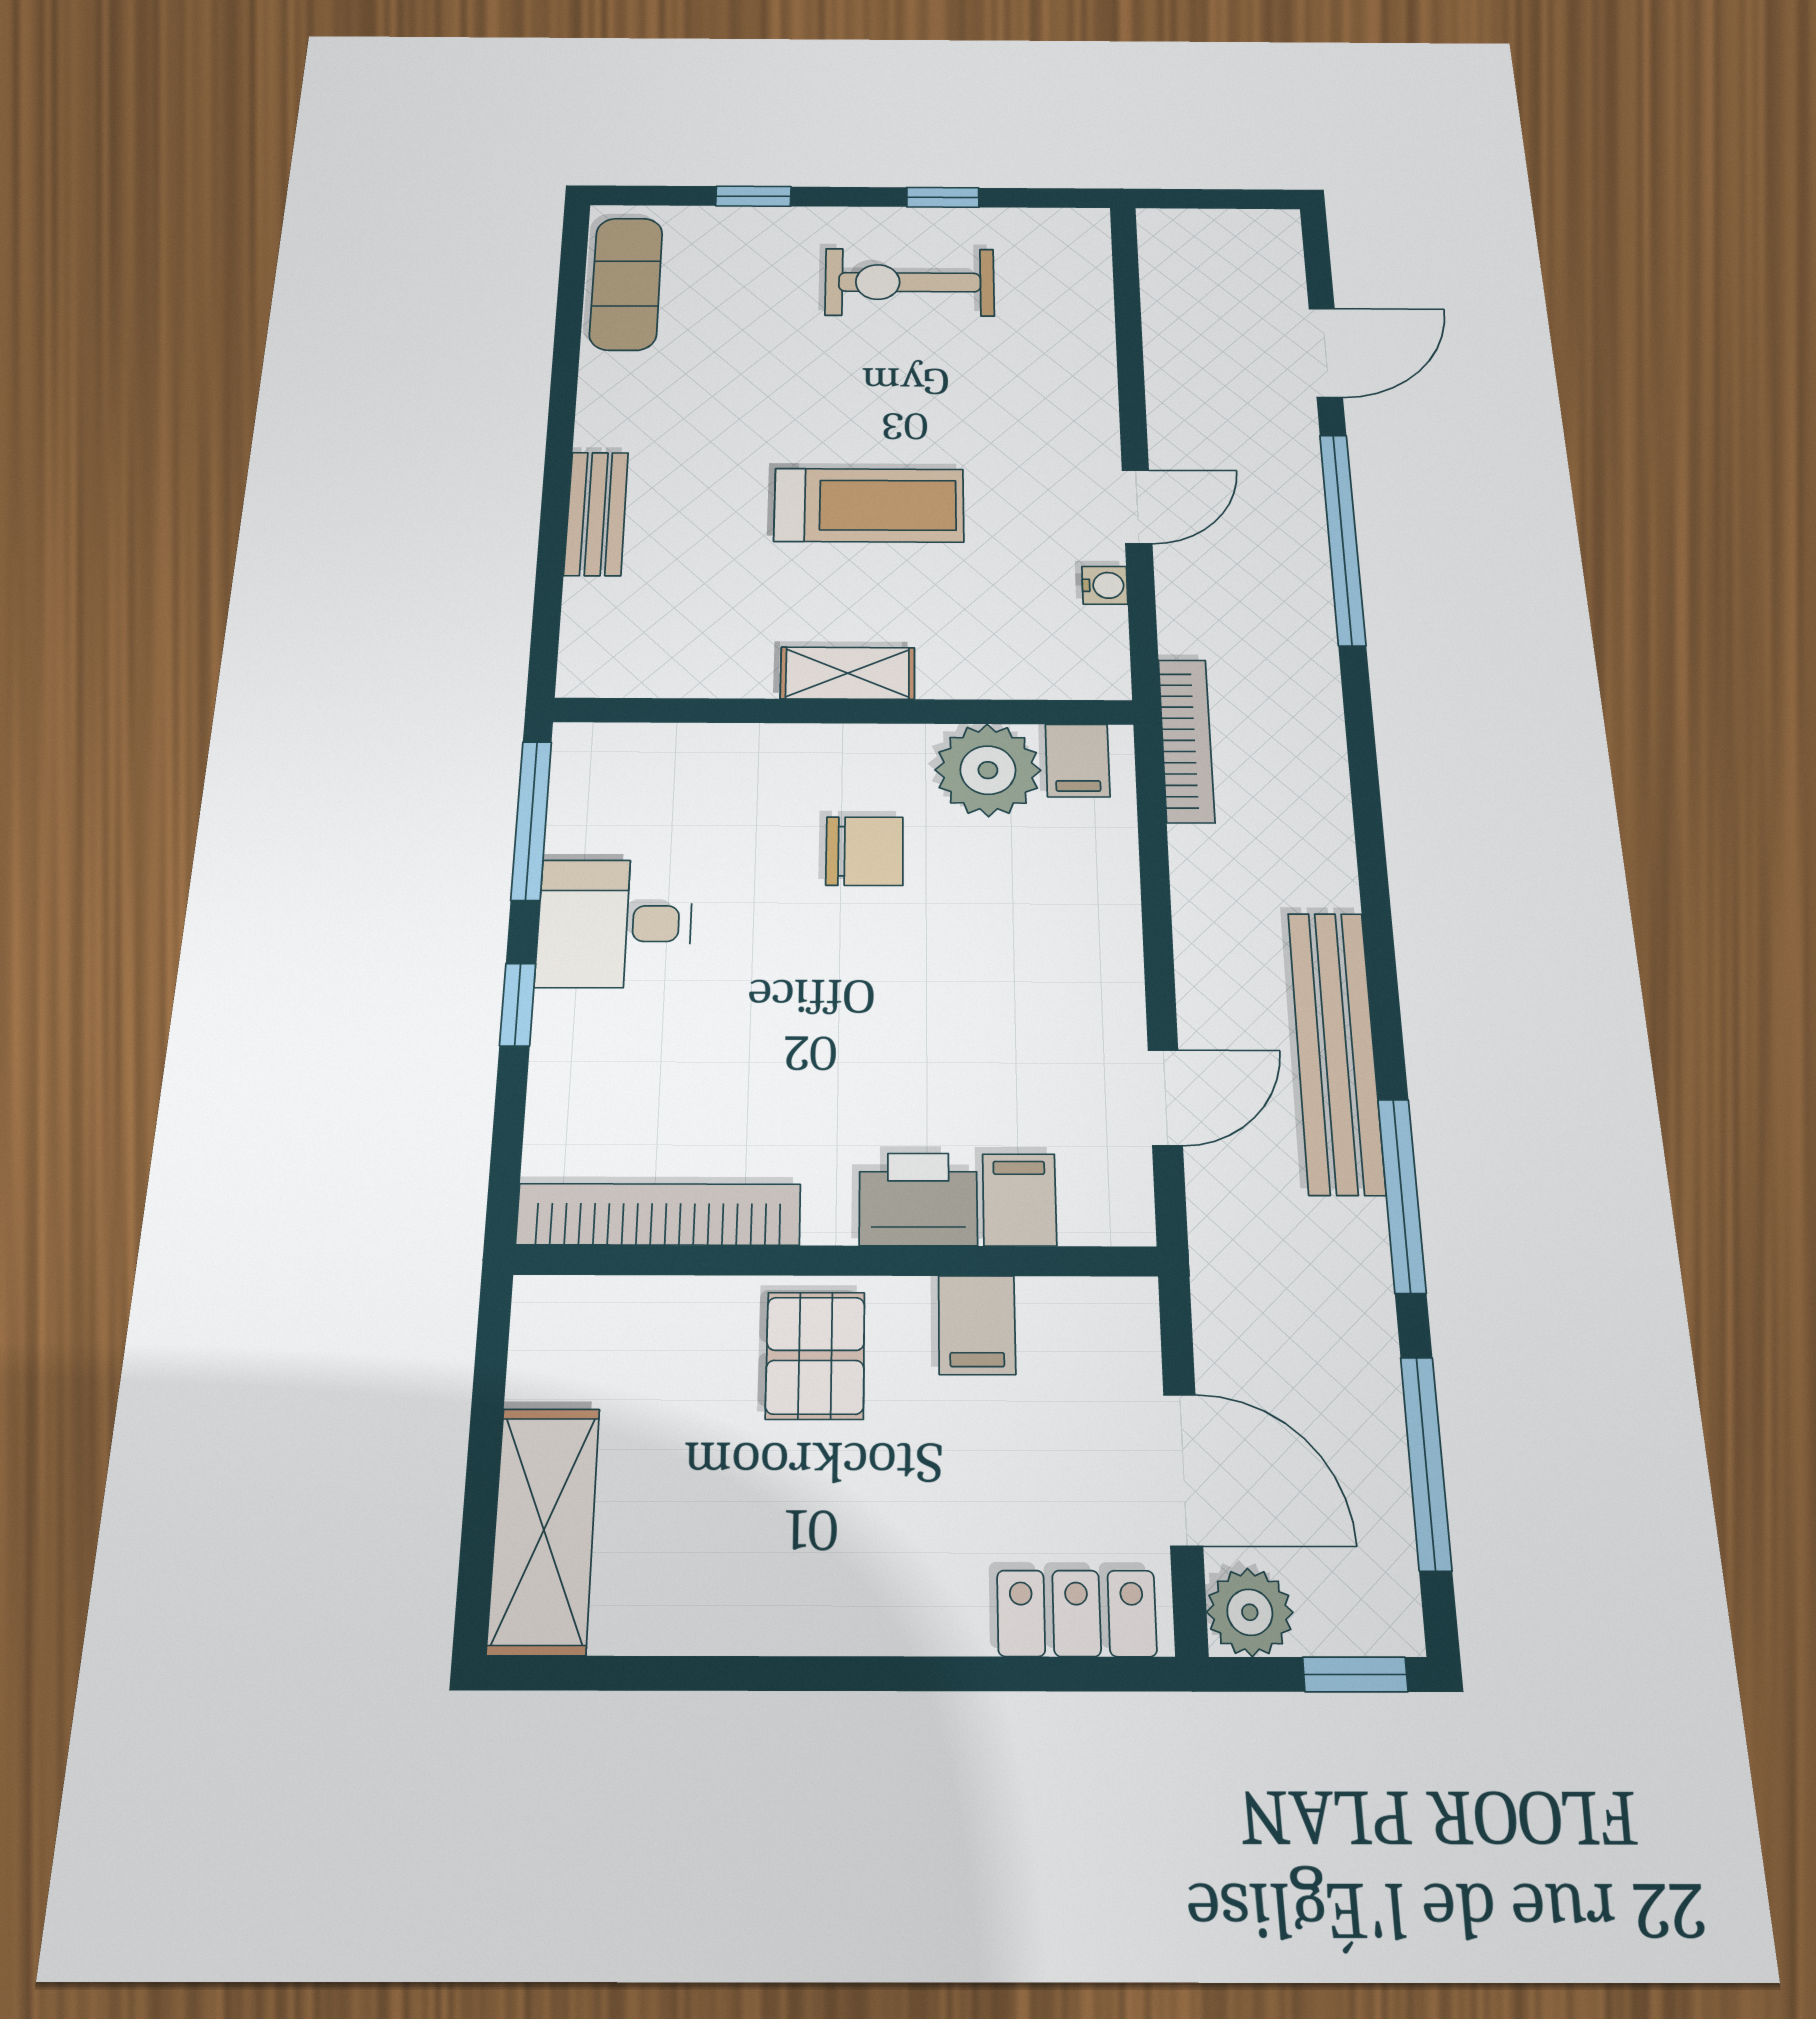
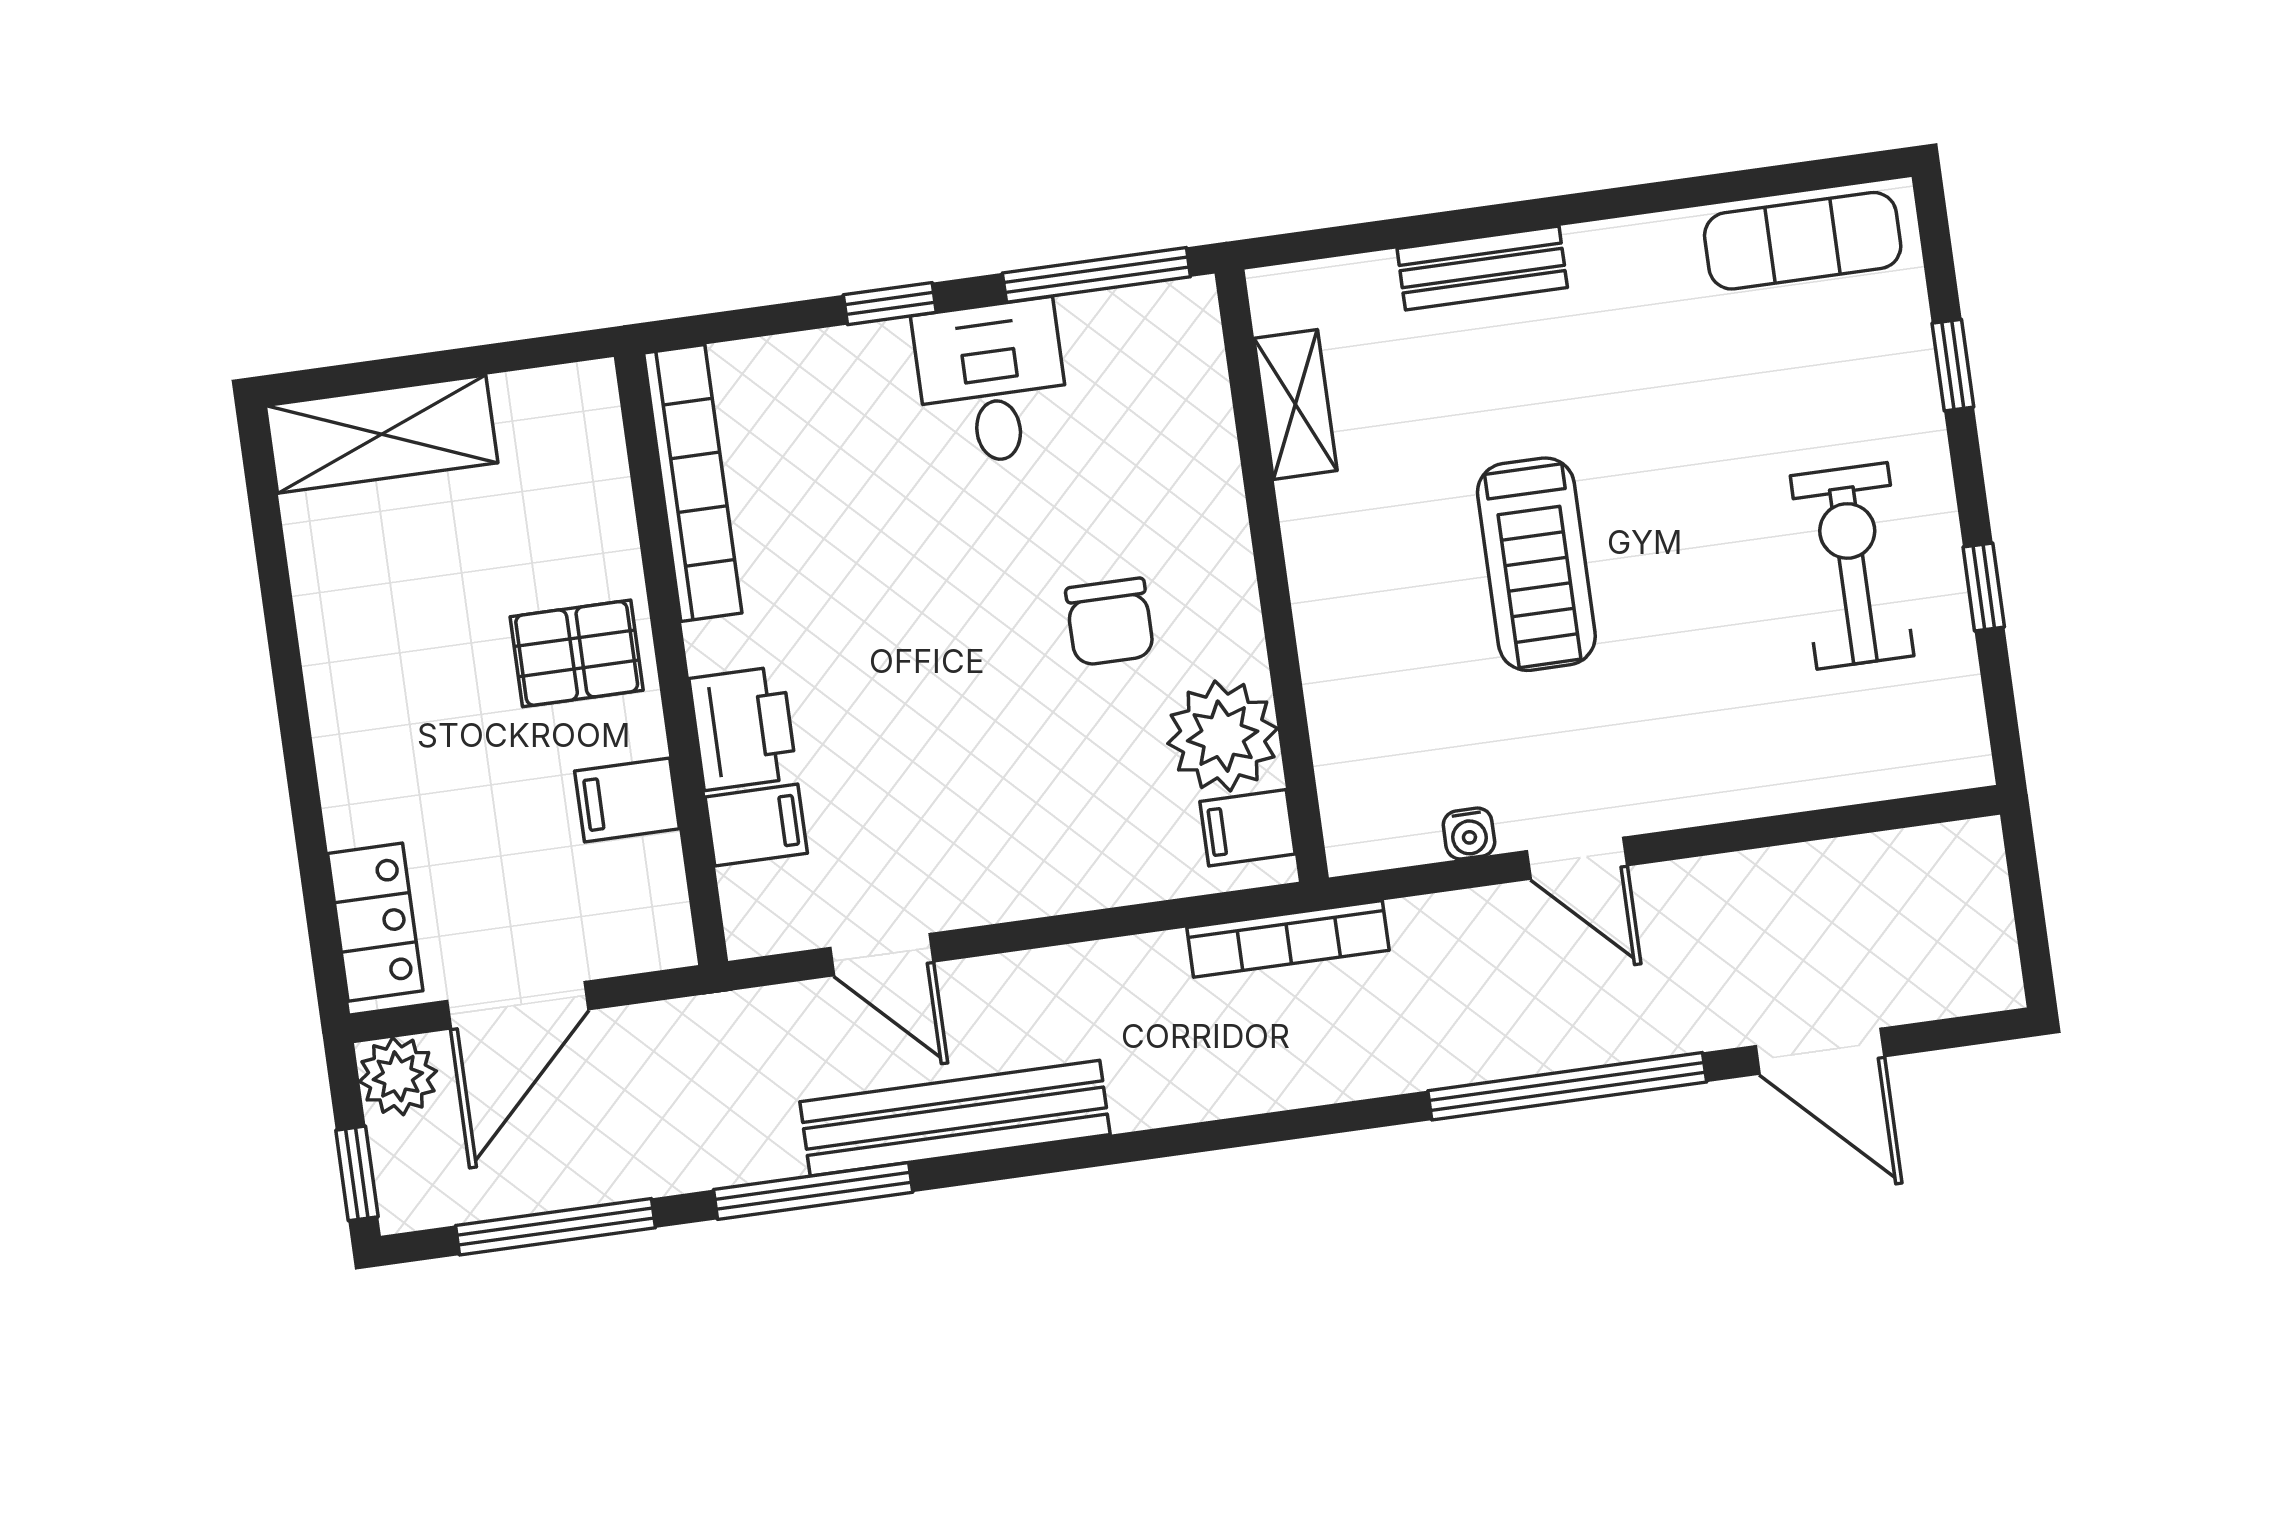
shelving: (848, 673) -> (1295, 404), moved

